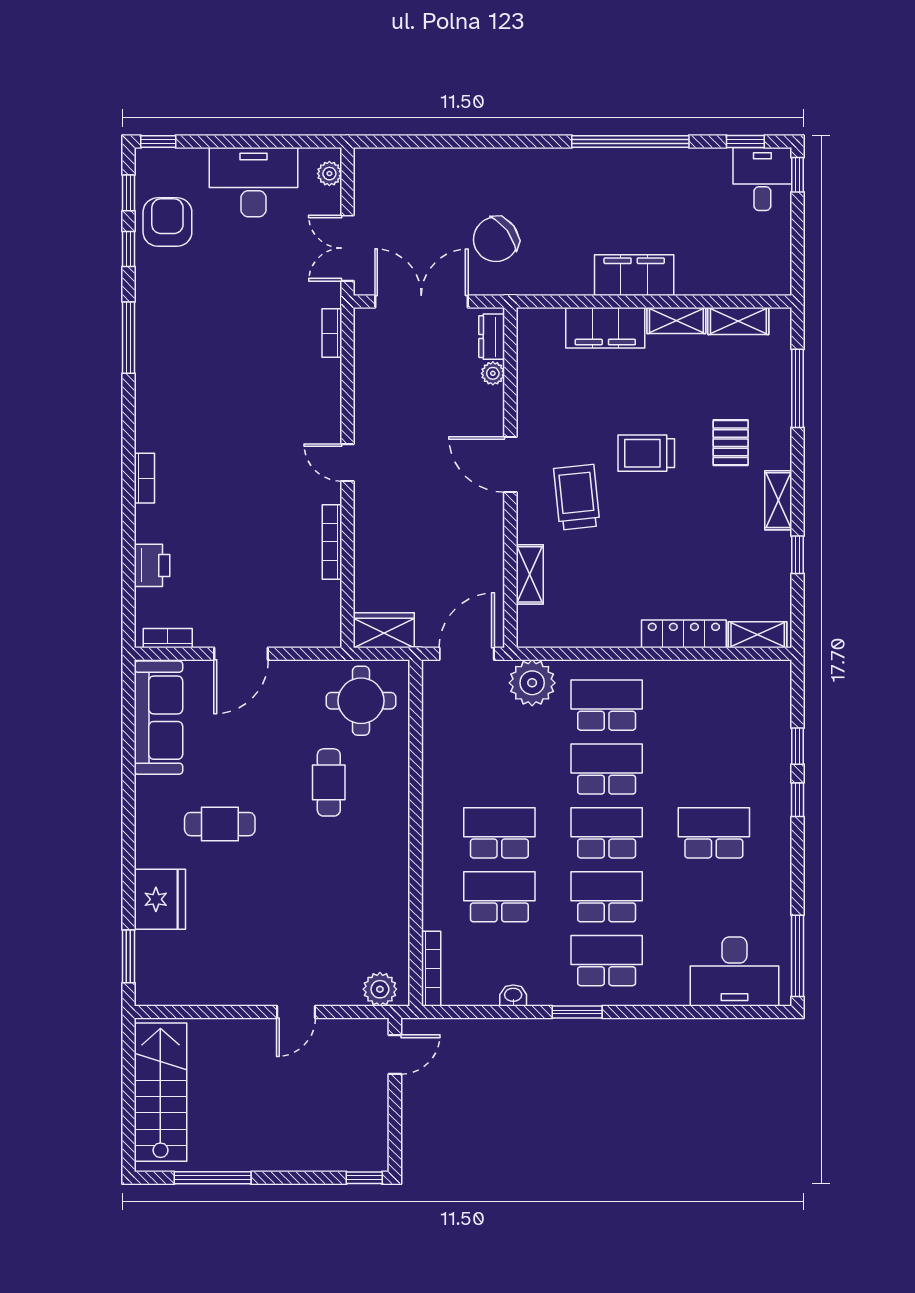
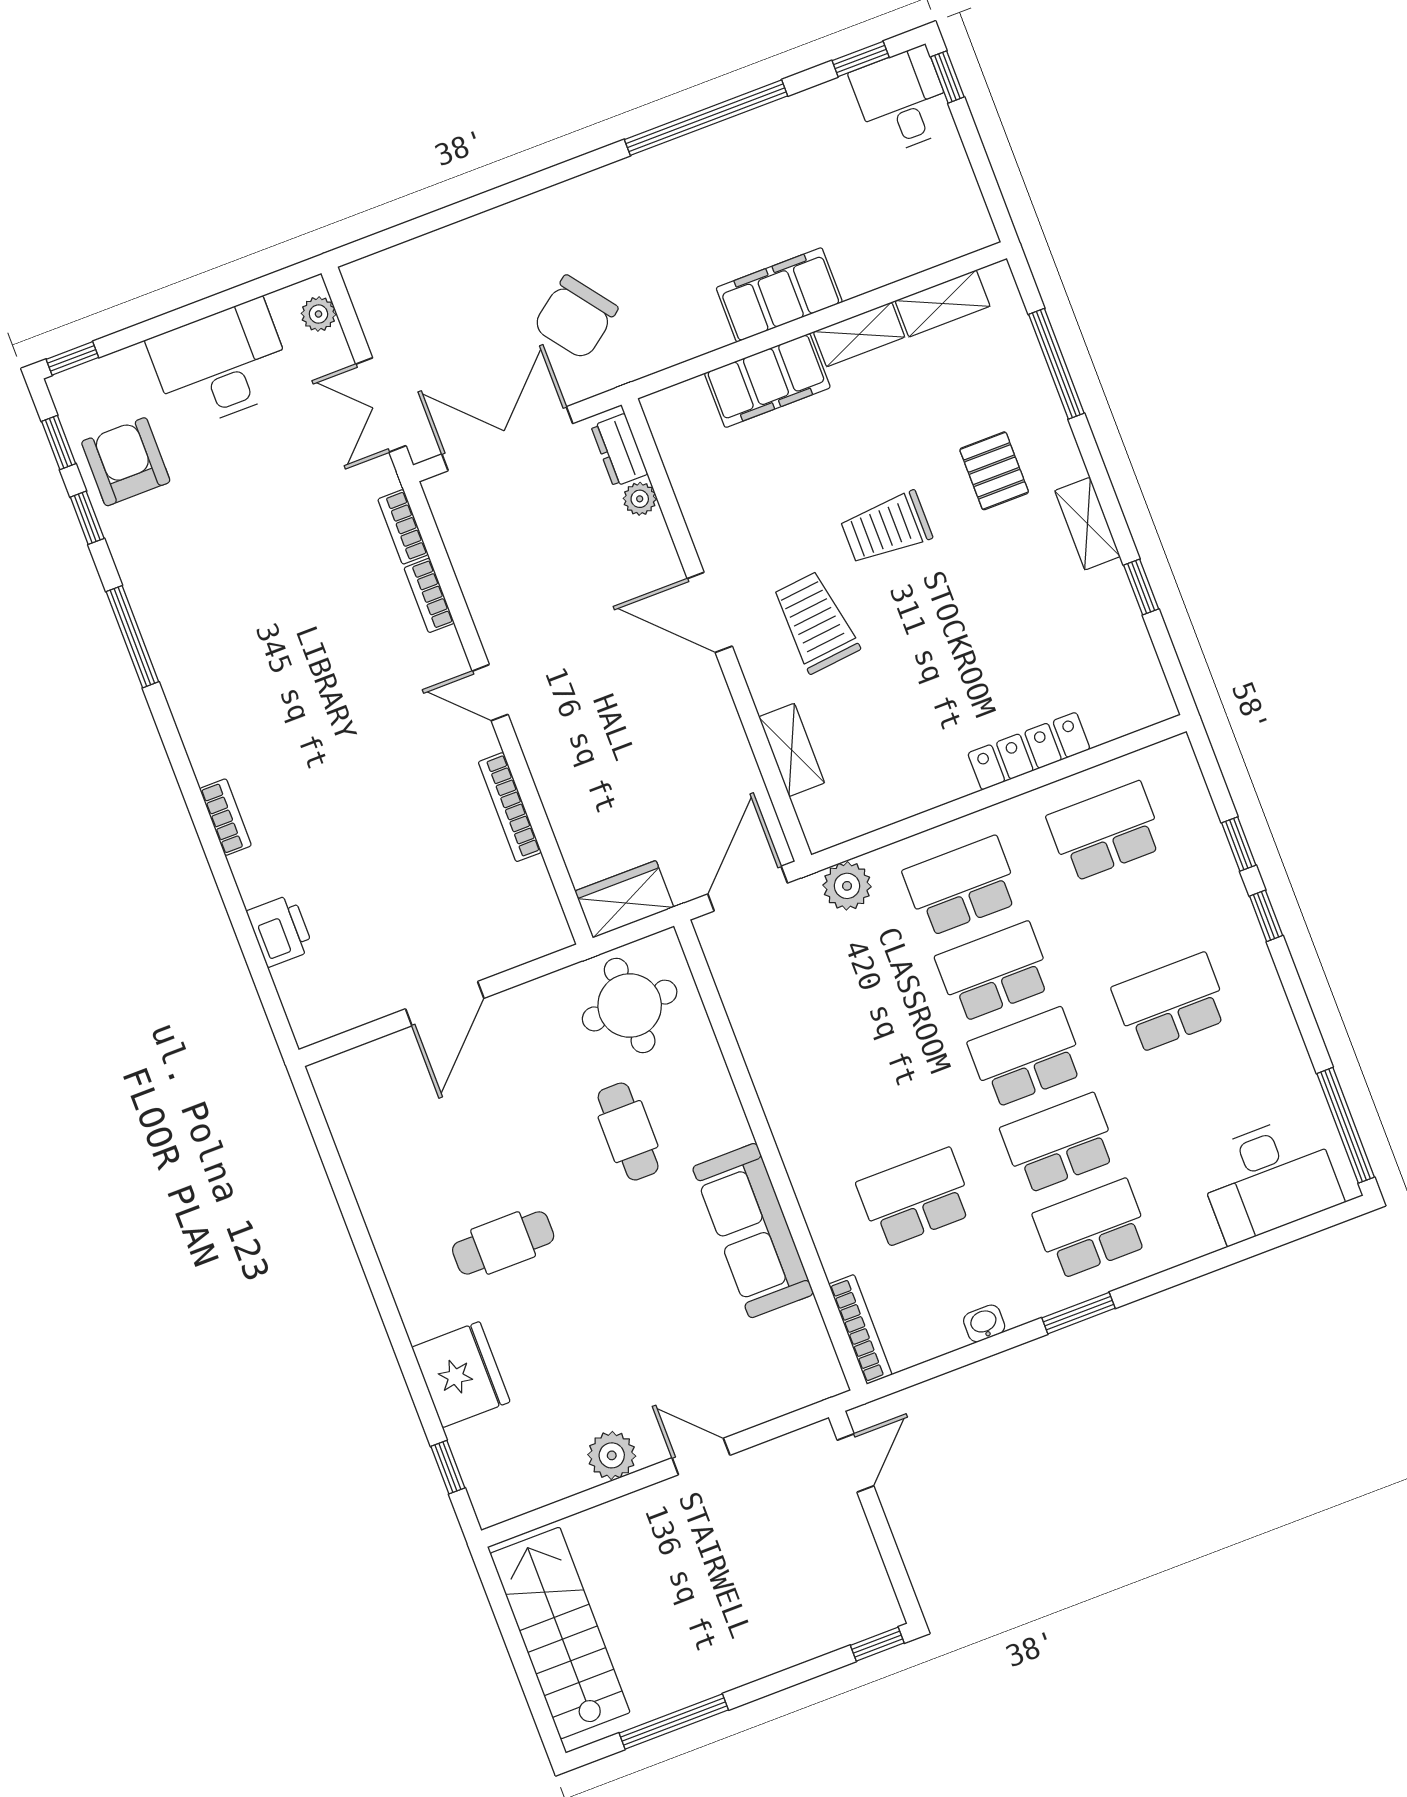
shelving: (758, 635) -> (1128, 715), removed
bookcase: (168, 638) -> (429, 595), moved, turned -90
plant: (532, 683) -> (847, 886), width x0.73, depth x0.73
sofa: (158, 718) -> (753, 1231), moved, turned 180
school desk: (499, 833) -> (1105, 832), moved
window: (128, 956) -> (448, 1467), width x0.67
plant: (380, 989) -> (612, 1455), moved
door: (296, 1012) -> (701, 1456), swing flipped

